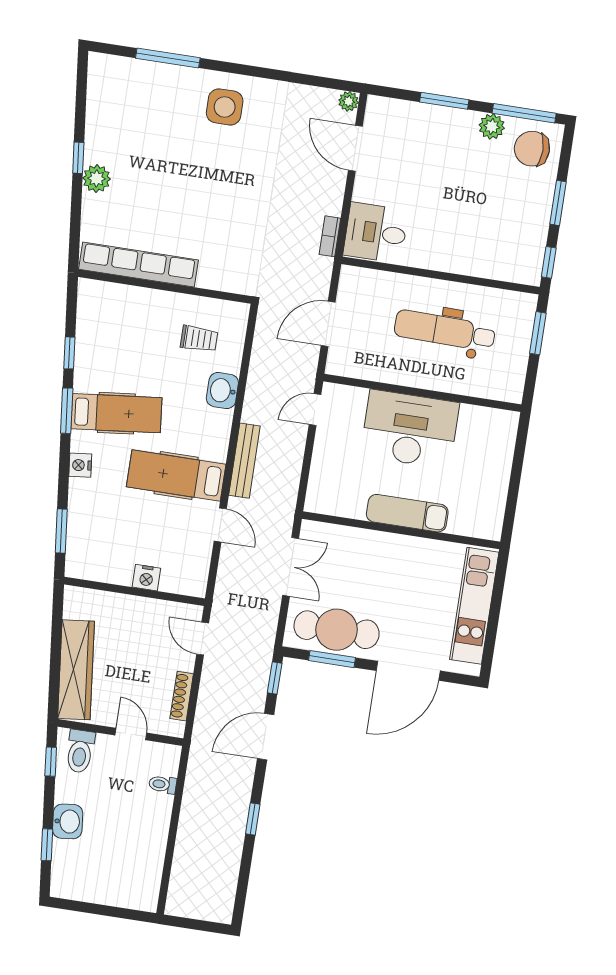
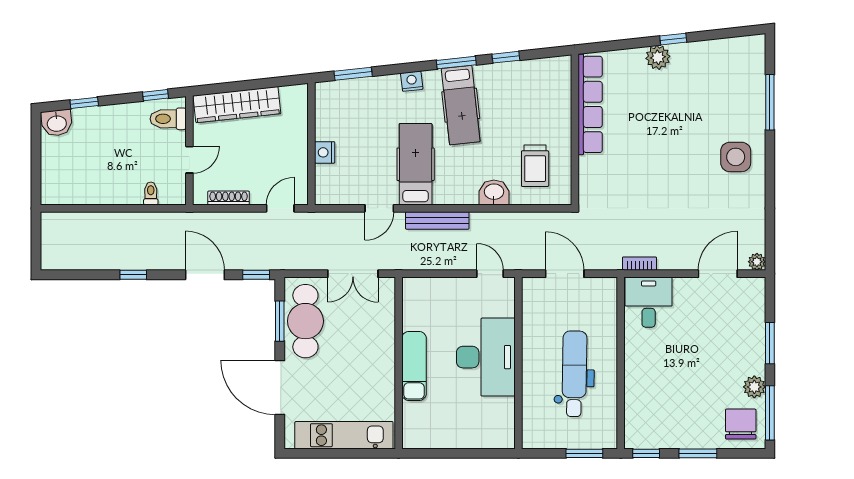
trolley: (199, 339) -> (535, 166), width x1.36, depth x1.39
washbasin: (68, 821) -> (57, 123), moved

